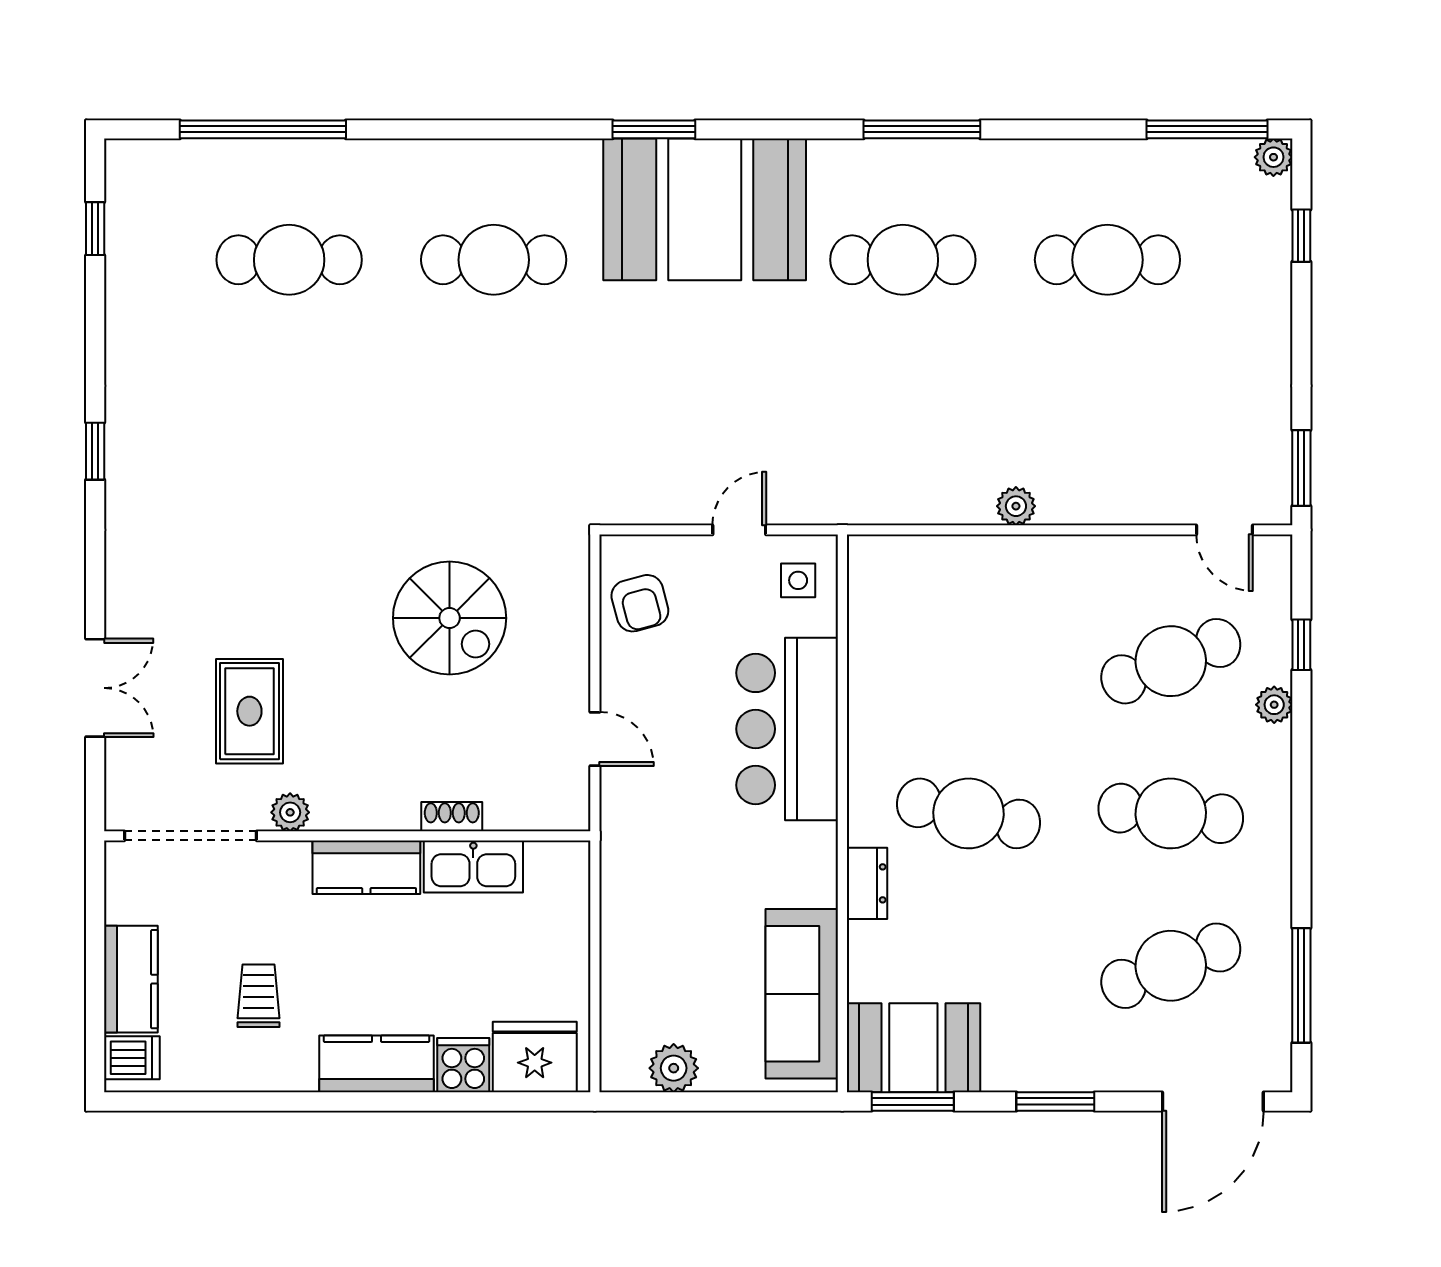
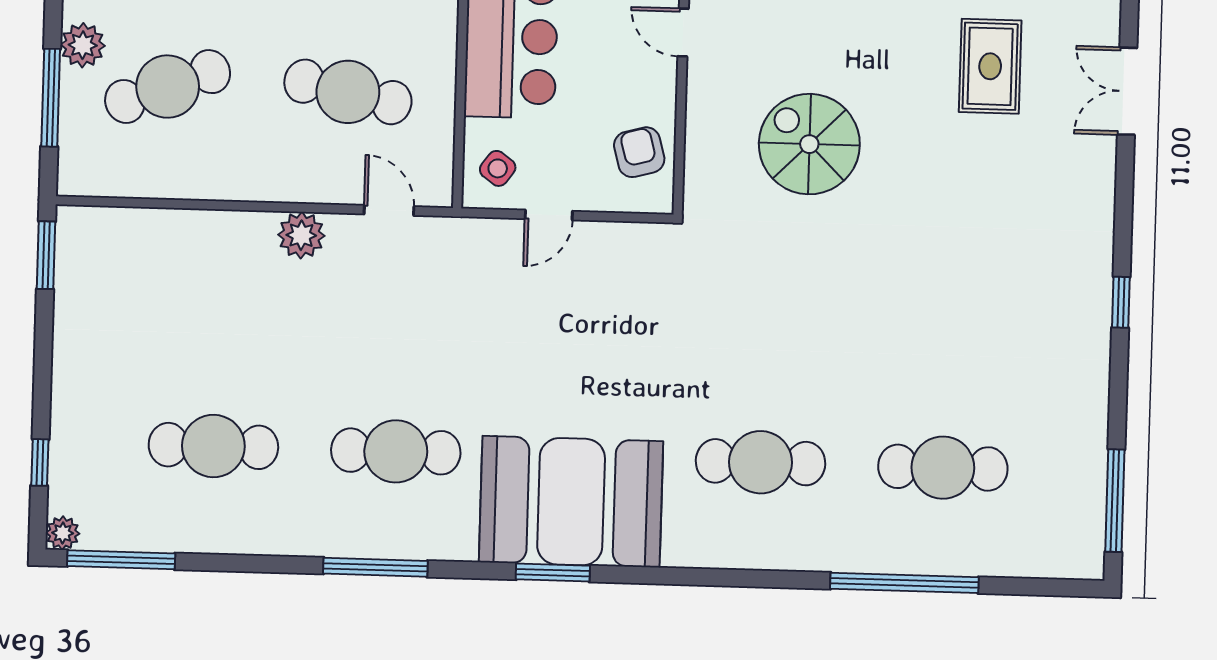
window: (263, 129) -> (904, 583), moved
window: (654, 129) -> (553, 573), moved
window: (95, 229) -> (1115, 501), width x2.17
plant: (1016, 506) -> (301, 235), width x1.38, depth x1.38
door: (1225, 530) -> (389, 210), moved
side table: (798, 580) -> (498, 168), turned 36
window: (1301, 645) -> (51, 98), width x2.17
cafe table: (968, 661) -> (348, 92), added
plant: (1274, 705) -> (83, 45), width x1.38, depth x1.38

